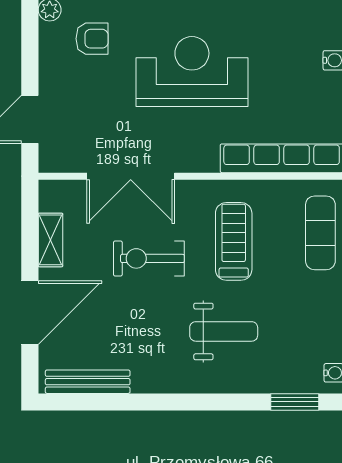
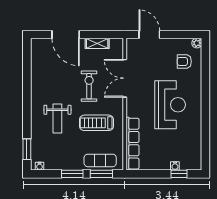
armchair: (92, 39) -> (184, 61), turned 90
treadmill: (234, 241) -> (96, 123), turned 180
bench: (88, 382) -> (36, 60), removed

